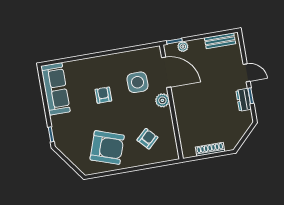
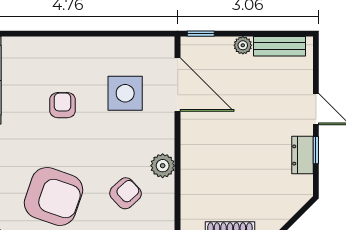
plant: (183, 47) -> (243, 45), moved
plant: (162, 100) -> (163, 166), moved

